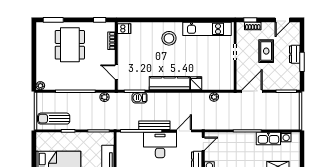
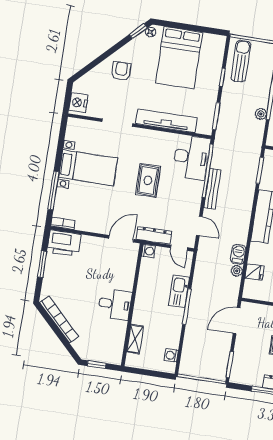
fridge: (196, 83) -> (255, 272), moved
door: (252, 91) -> (237, 321), swing flipped
plant: (104, 97) -> (261, 114), moved
barbecue: (140, 98) -> (238, 254), moved
kitchen sink: (268, 138) -> (179, 291), moved
desk: (160, 145) -> (191, 157), moved

